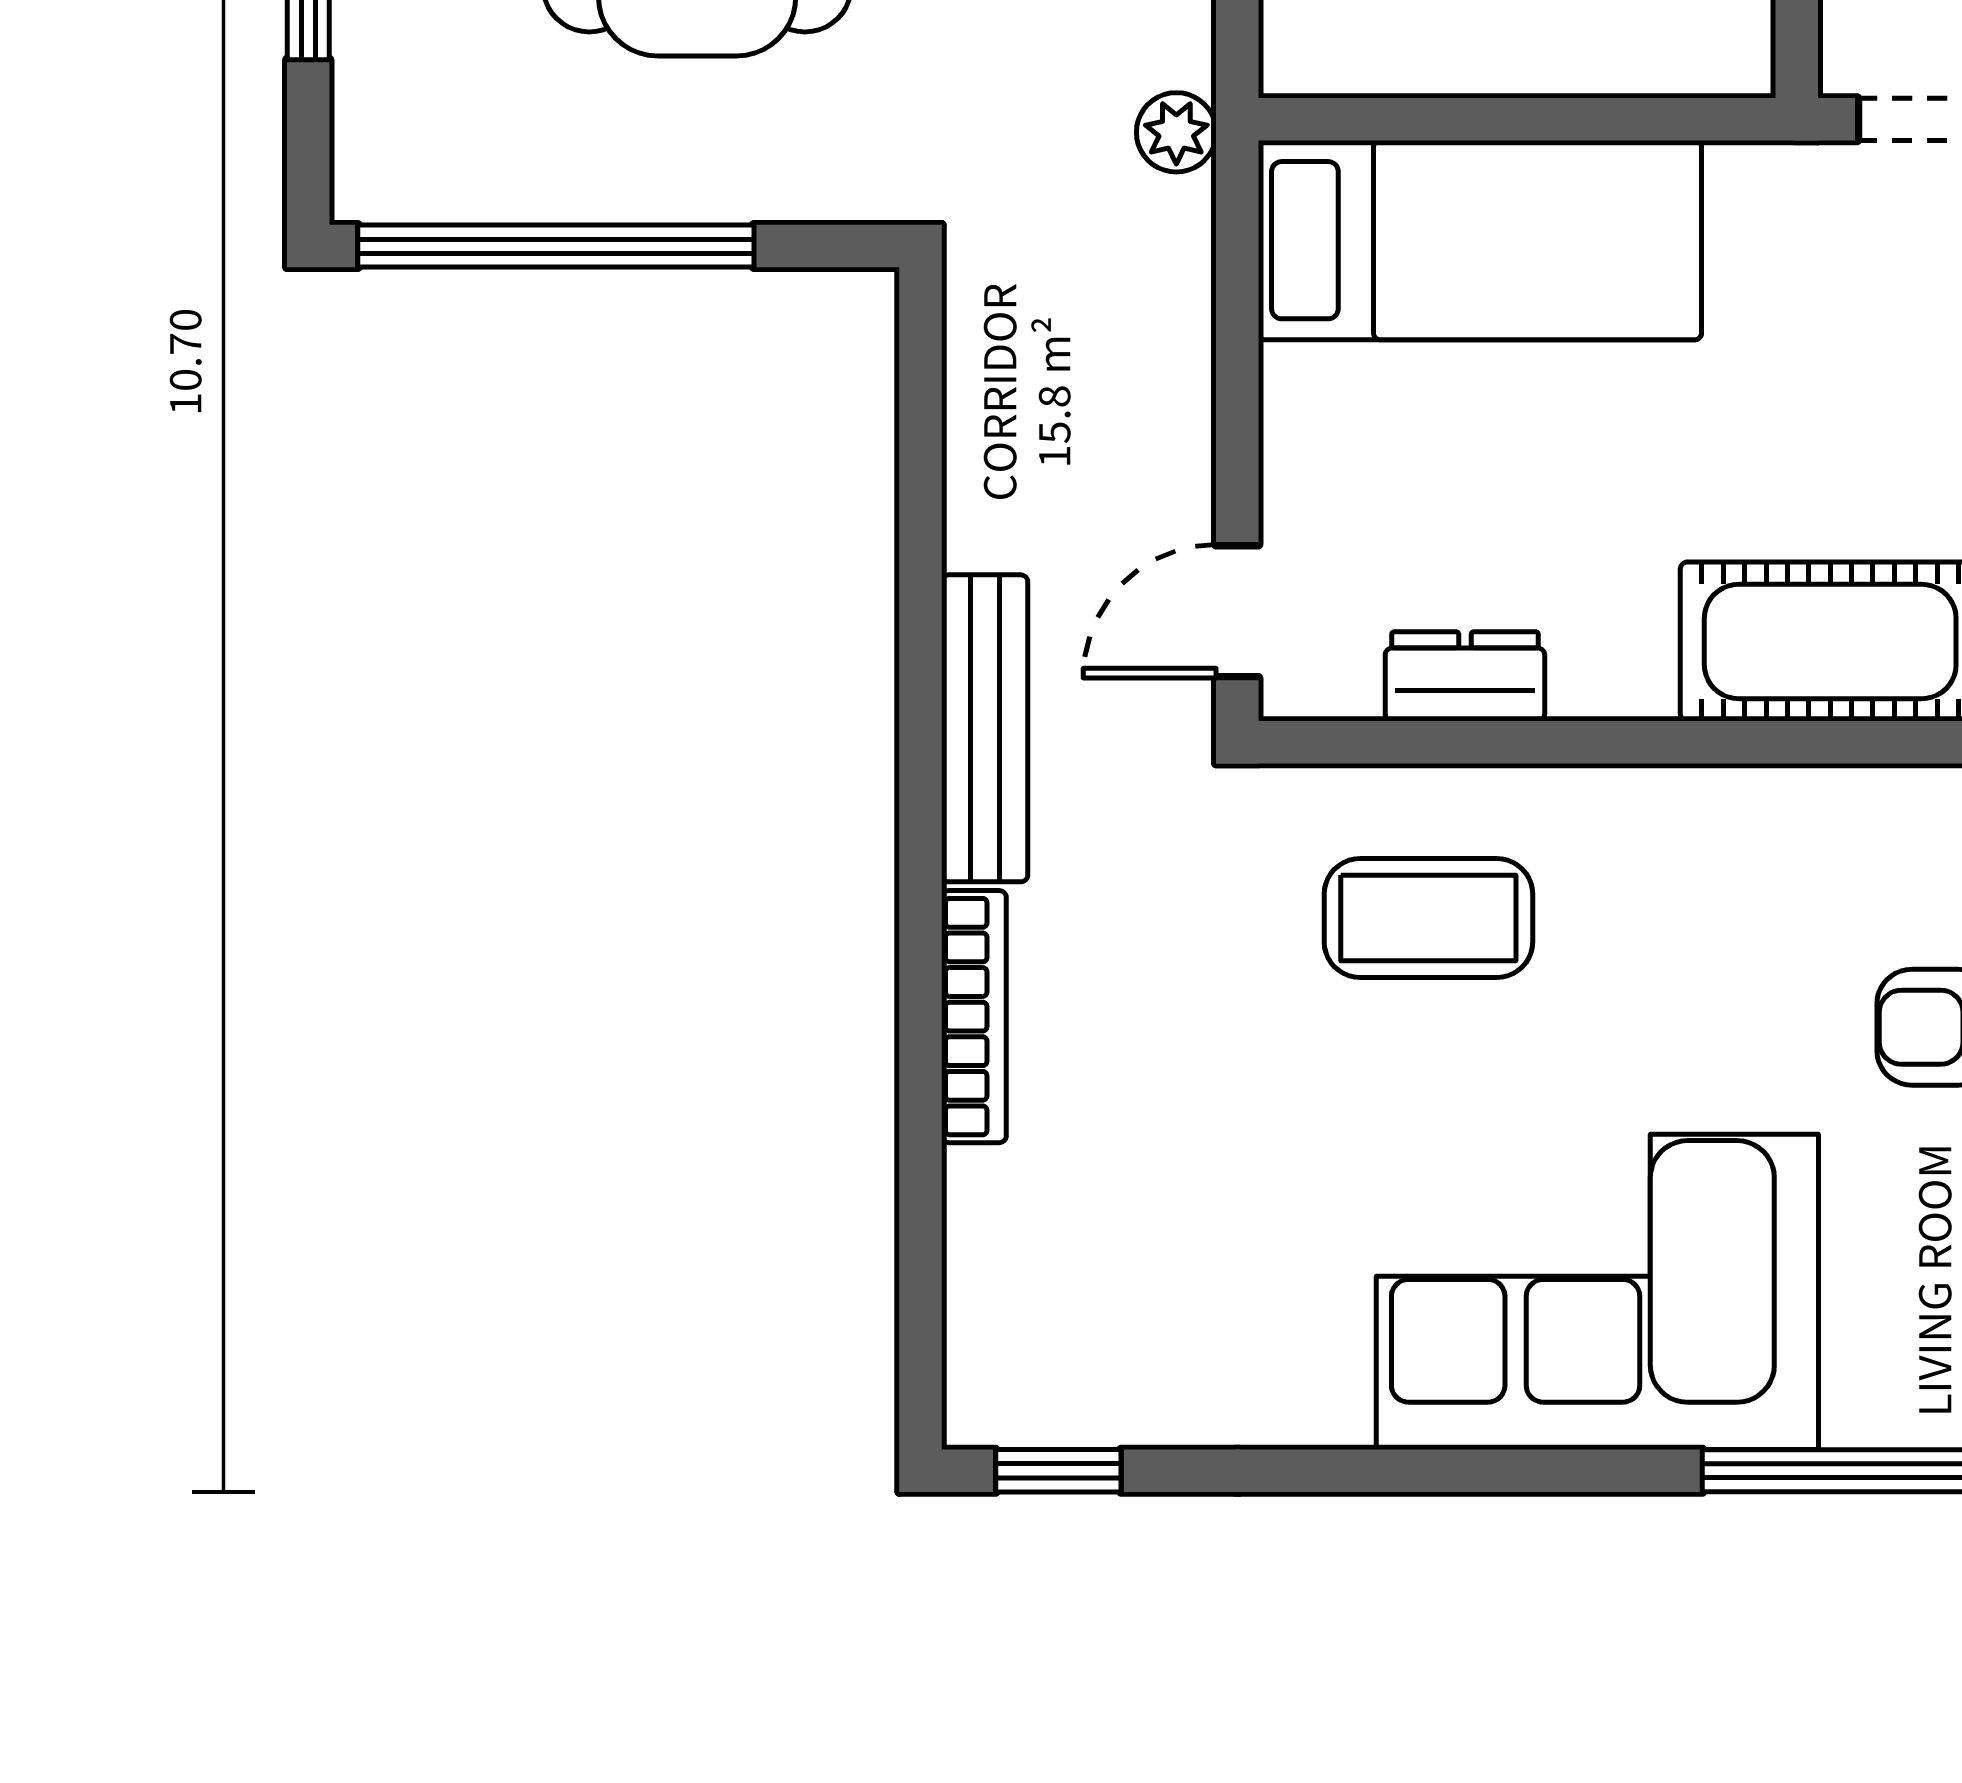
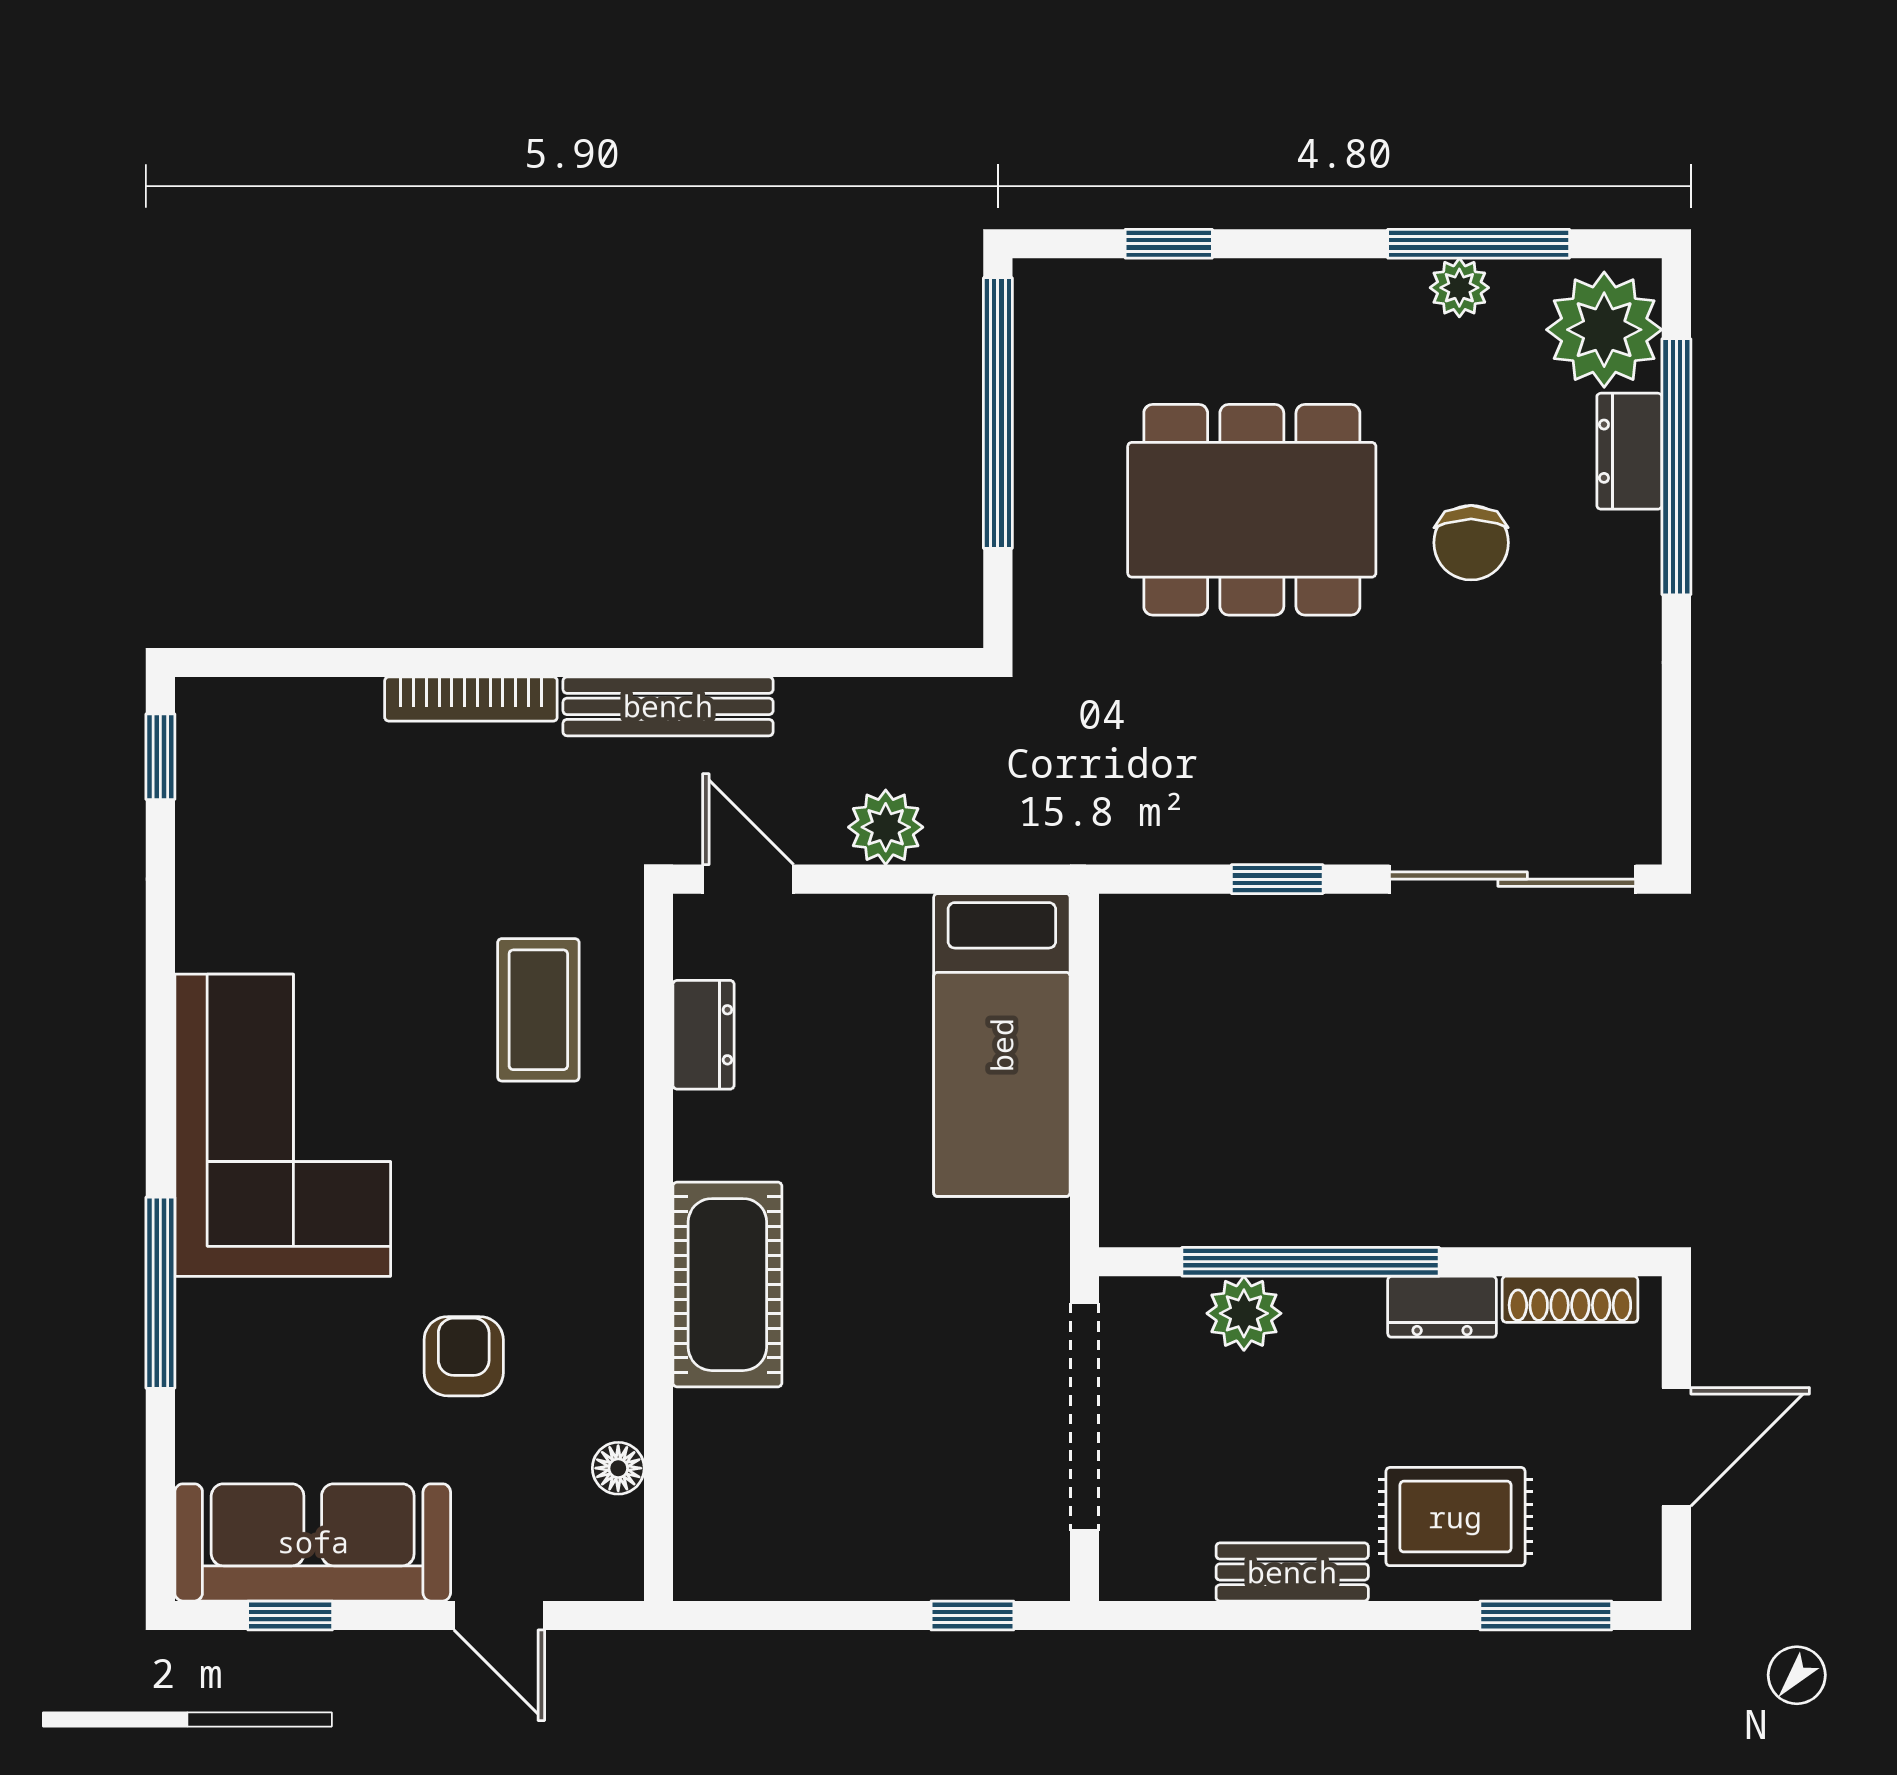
plant: (1176, 132) -> (886, 827), moved, width x1.38, depth x1.38

